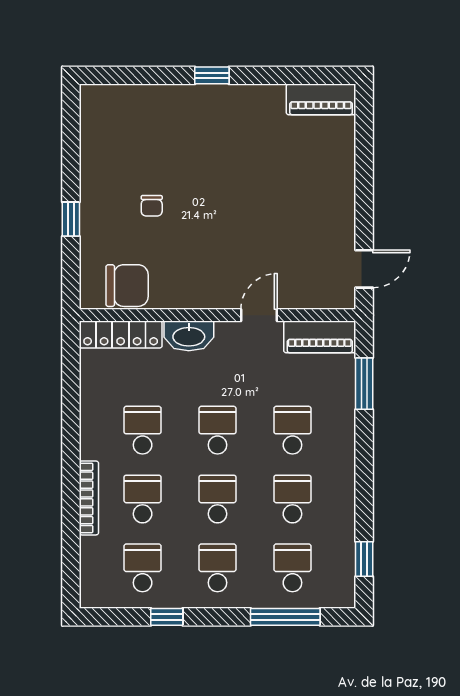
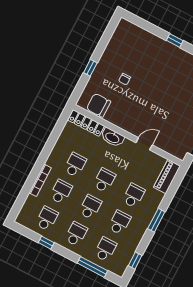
chair: (127, 286) -> (99, 105), turned 180
piano: (320, 337) -> (167, 177), moved, turned 90
window: (364, 384) -> (156, 220), moved

